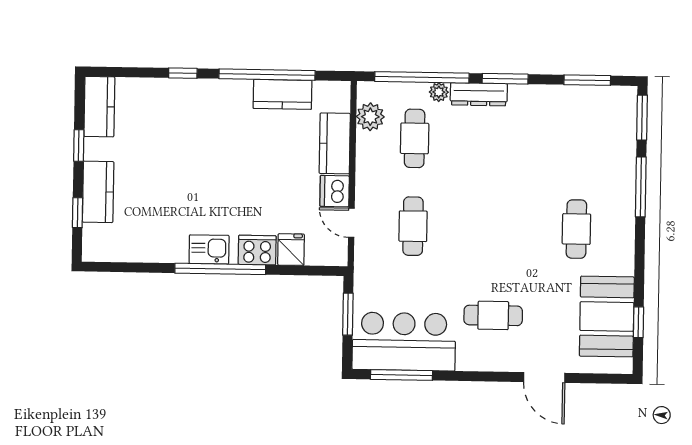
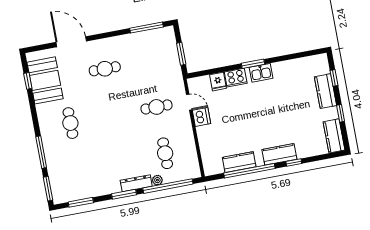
plant: (370, 117) -> (191, 160), removed
kitchen counter: (335, 143) -> (279, 154), moved, turned -90
cafe table: (413, 226) -> (156, 107), turned 90
window: (220, 269) -> (253, 64), width x0.47
bar counter: (404, 342) -> (149, 45), removed
door: (544, 378) -> (71, 42), width x1.36

